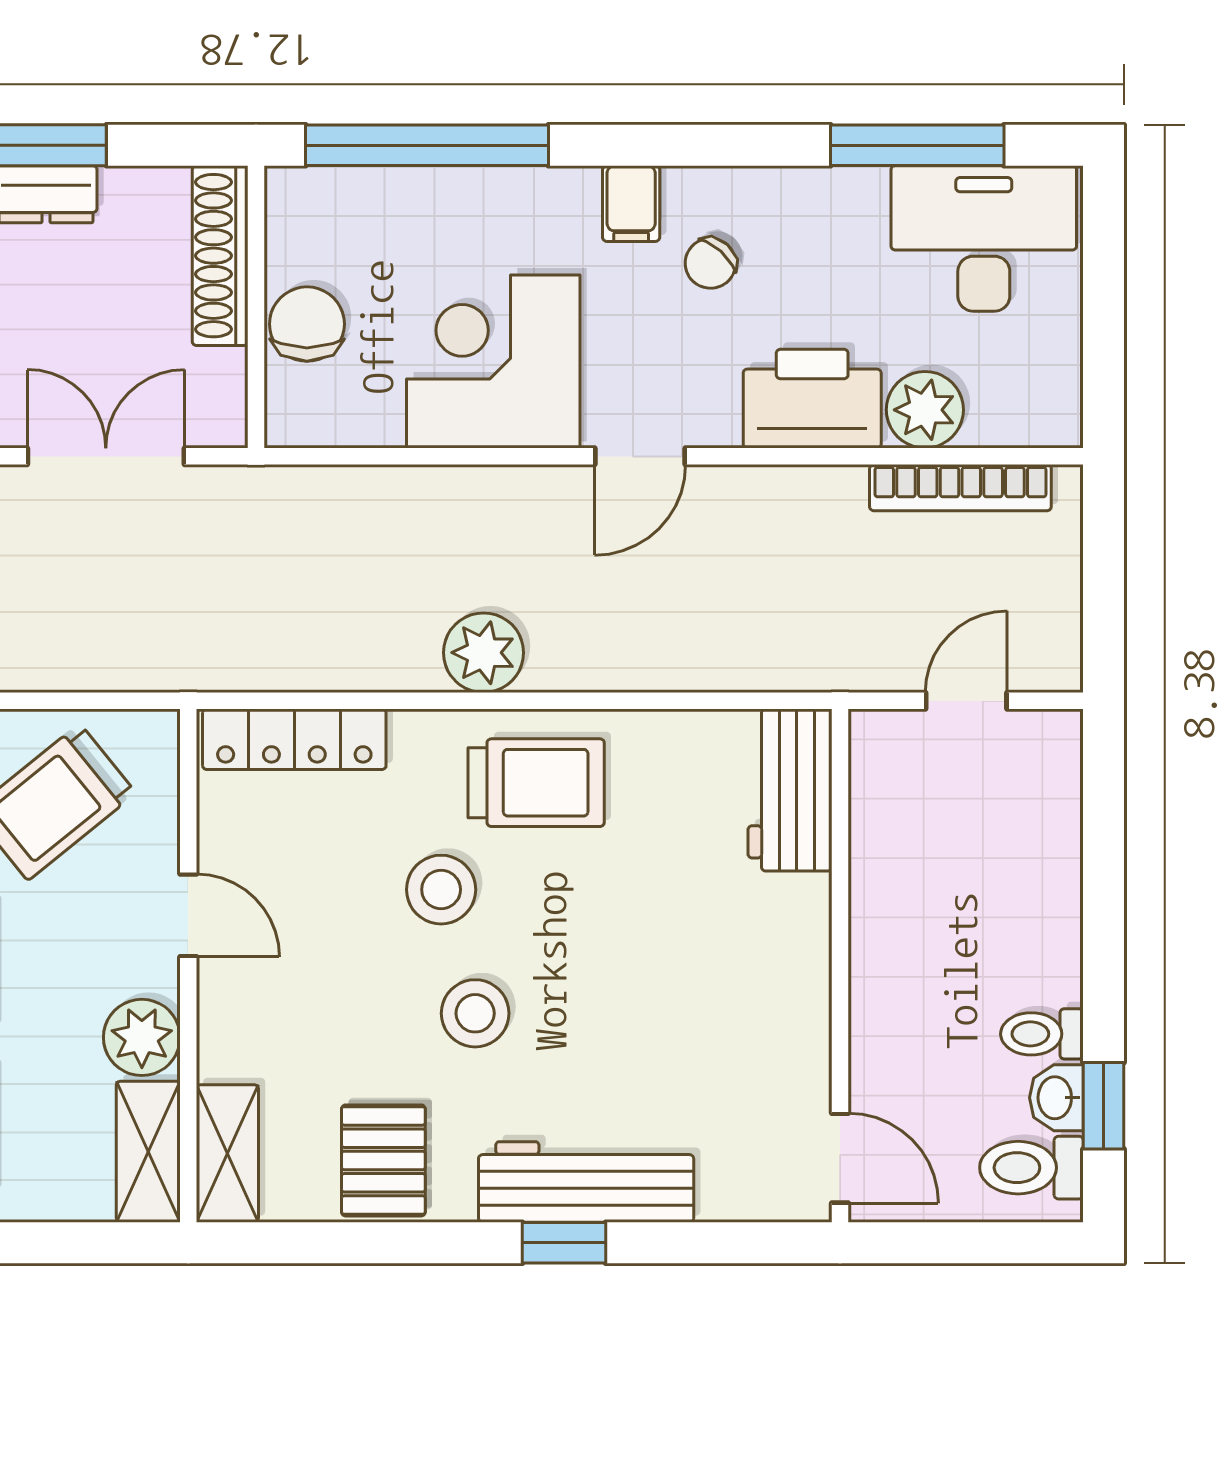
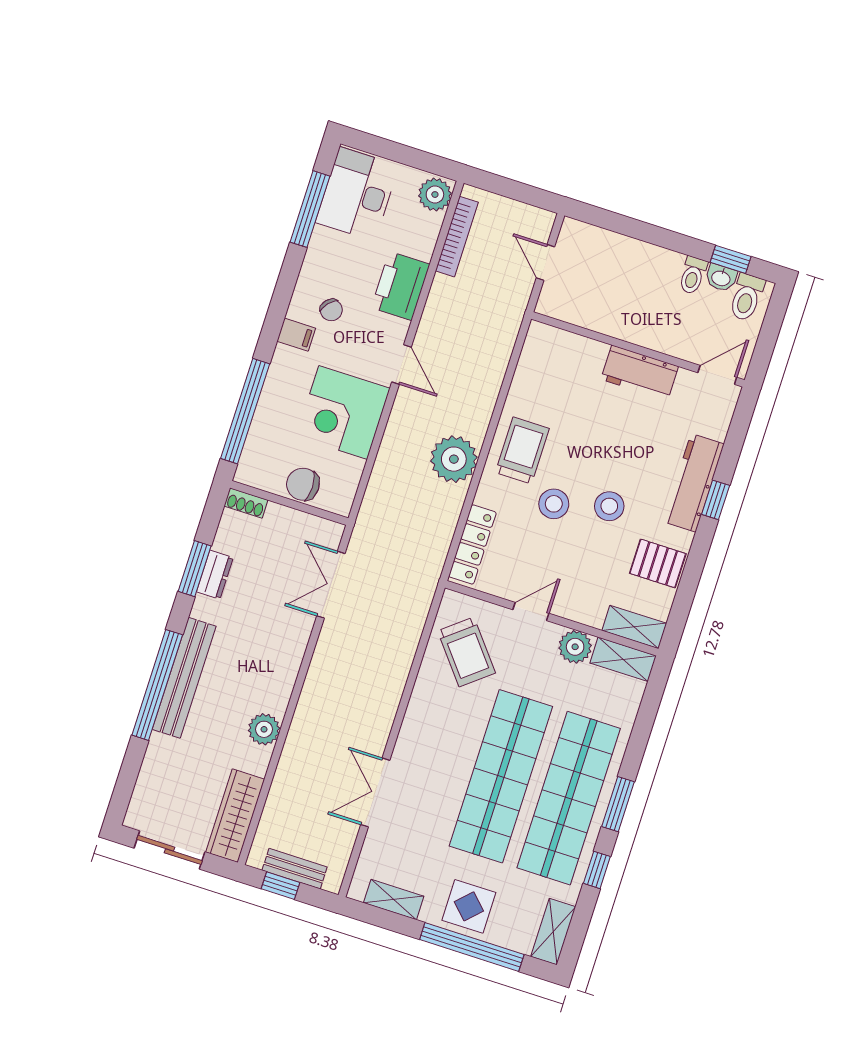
shoe rack: (220, 256) -> (246, 503), width x0.51, depth x0.81
plant: (925, 410) -> (435, 195), moved
plant: (484, 653) -> (454, 459), width x1.36, depth x1.36
workbench: (790, 790) -> (640, 373), moved

